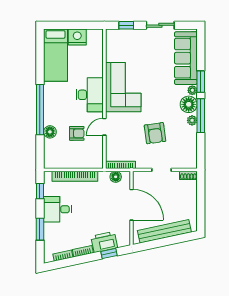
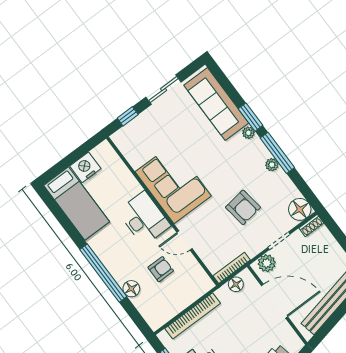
floor lamp: (189, 104) -> (300, 209), moved
door: (104, 127) -> (185, 241), hinge flipped
plant: (144, 178) -> (267, 263), added

